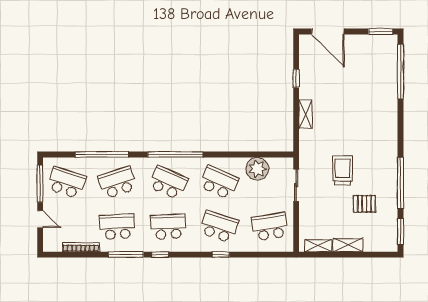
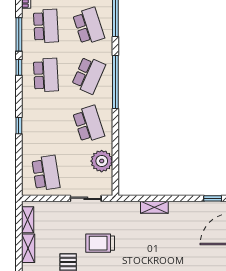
window: (296, 78) -> (213, 198), moved
trolley: (343, 170) -> (100, 243), turned 180
school desk: (219, 182) -> (89, 124), turned -42
school desk: (219, 227) -> (46, 124), removed

